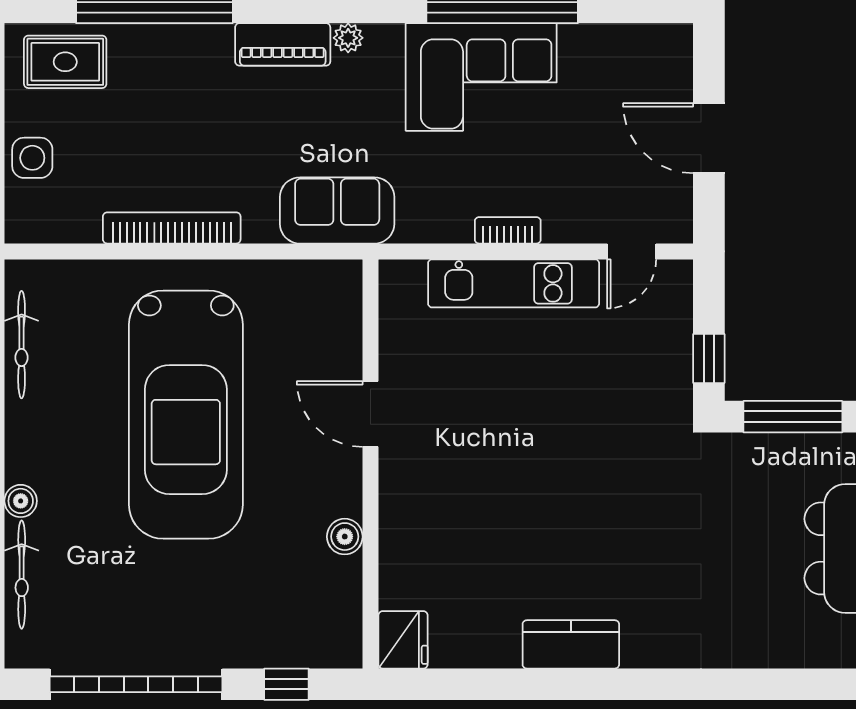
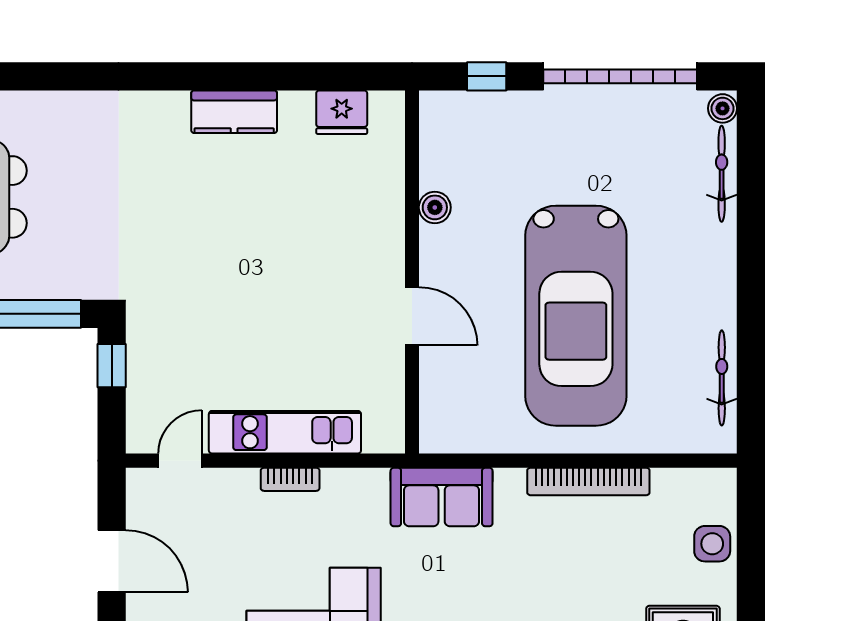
car: (186, 415) -> (576, 316), turned 180
boiler: (21, 501) -> (723, 108), moved
fridge: (403, 640) -> (342, 112), moved, turned -90

